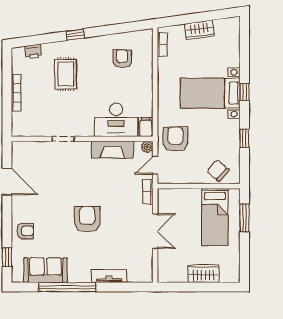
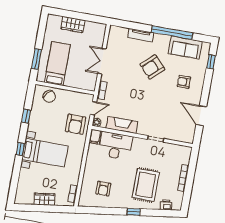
rug: (66, 74) -> (146, 185), width x1.36, depth x1.43
armchair: (87, 219) -> (152, 67), moved, turned 47
armchair: (25, 231) -> (184, 82), moved

